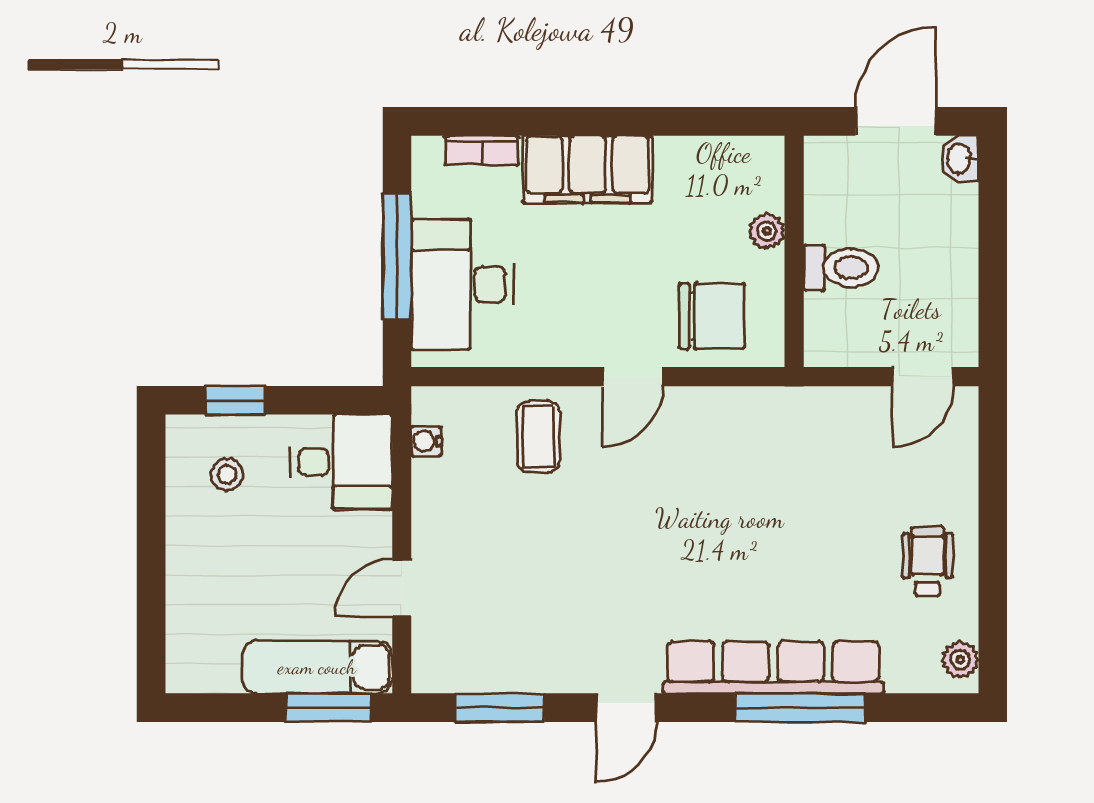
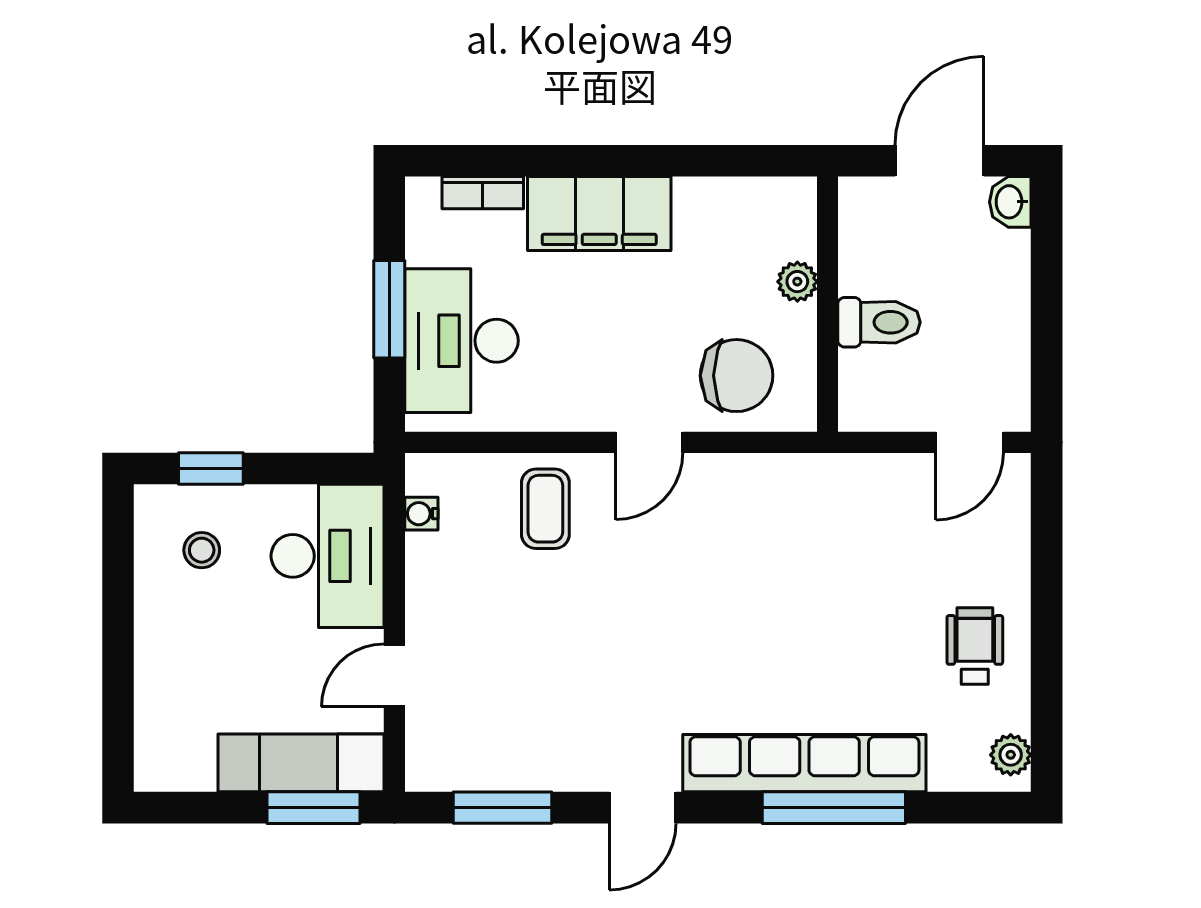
window: (397, 256) -> (389, 309), width x0.69
desk: (341, 462) -> (328, 556), width x1.37

